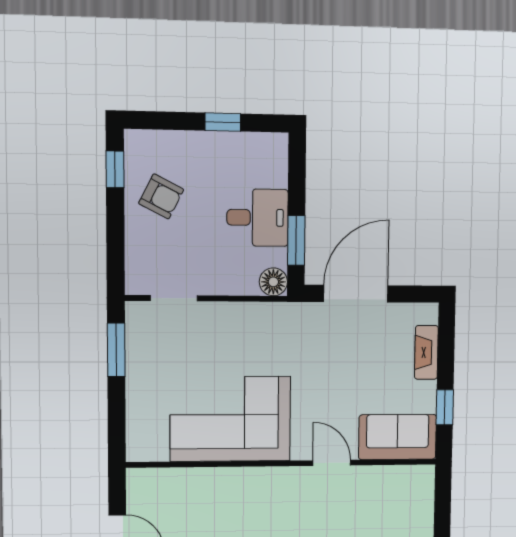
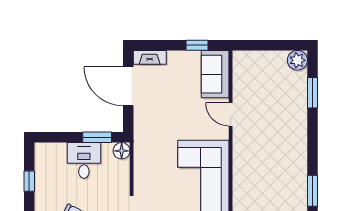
door: (356, 294) -> (128, 86), moved
fireplace: (426, 352) -> (150, 57), moved
door: (332, 463) -> (231, 114), hinge flipped

